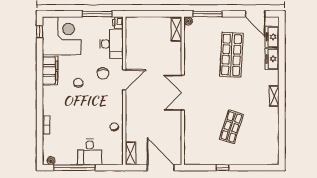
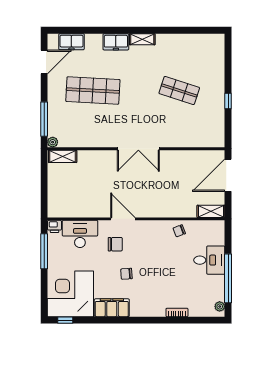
freezer: (272, 59) -> (116, 42), moved

